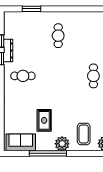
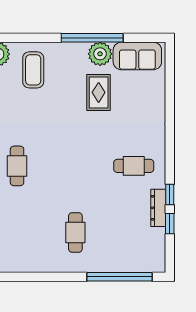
window: (31, 9) -> (120, 277), width x2.11
plant: (62, 144) -> (100, 54), moved

